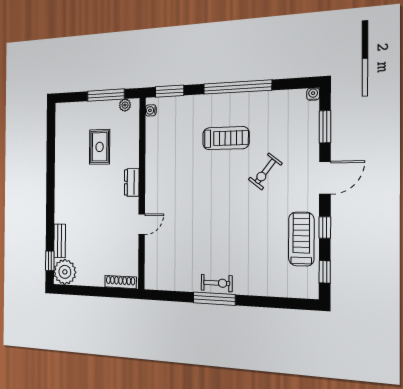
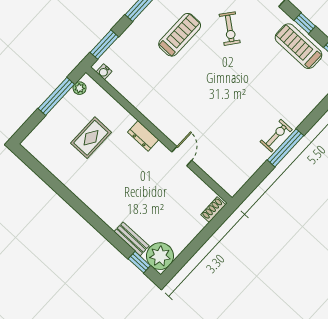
rug: (100, 147) -> (91, 138), turned 90
shoe rack: (121, 282) -> (213, 210), width x0.70

